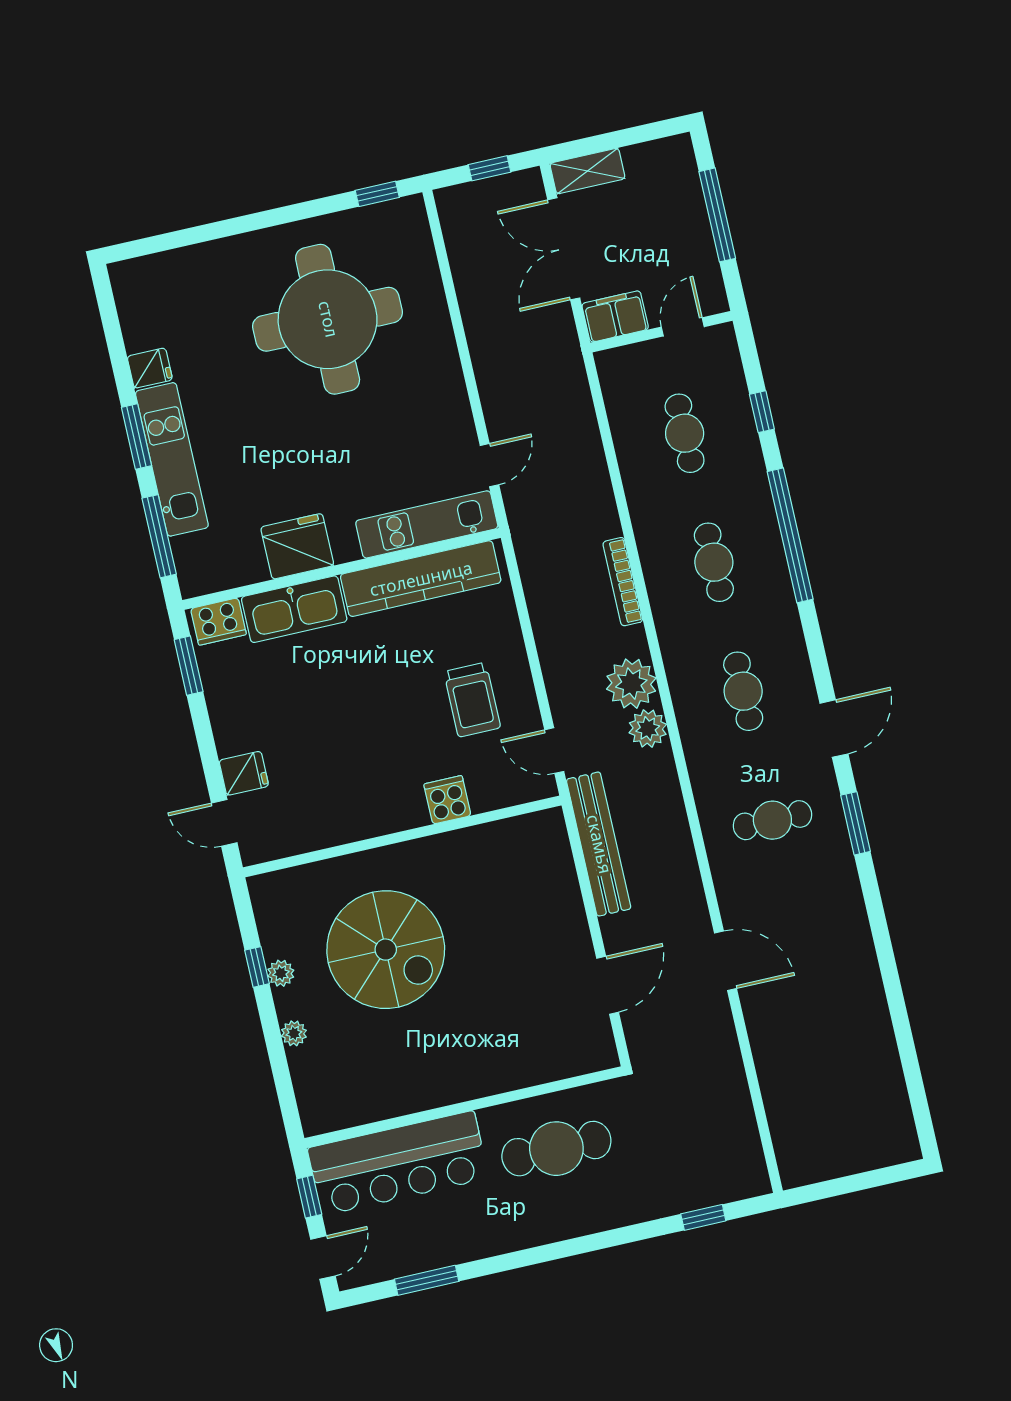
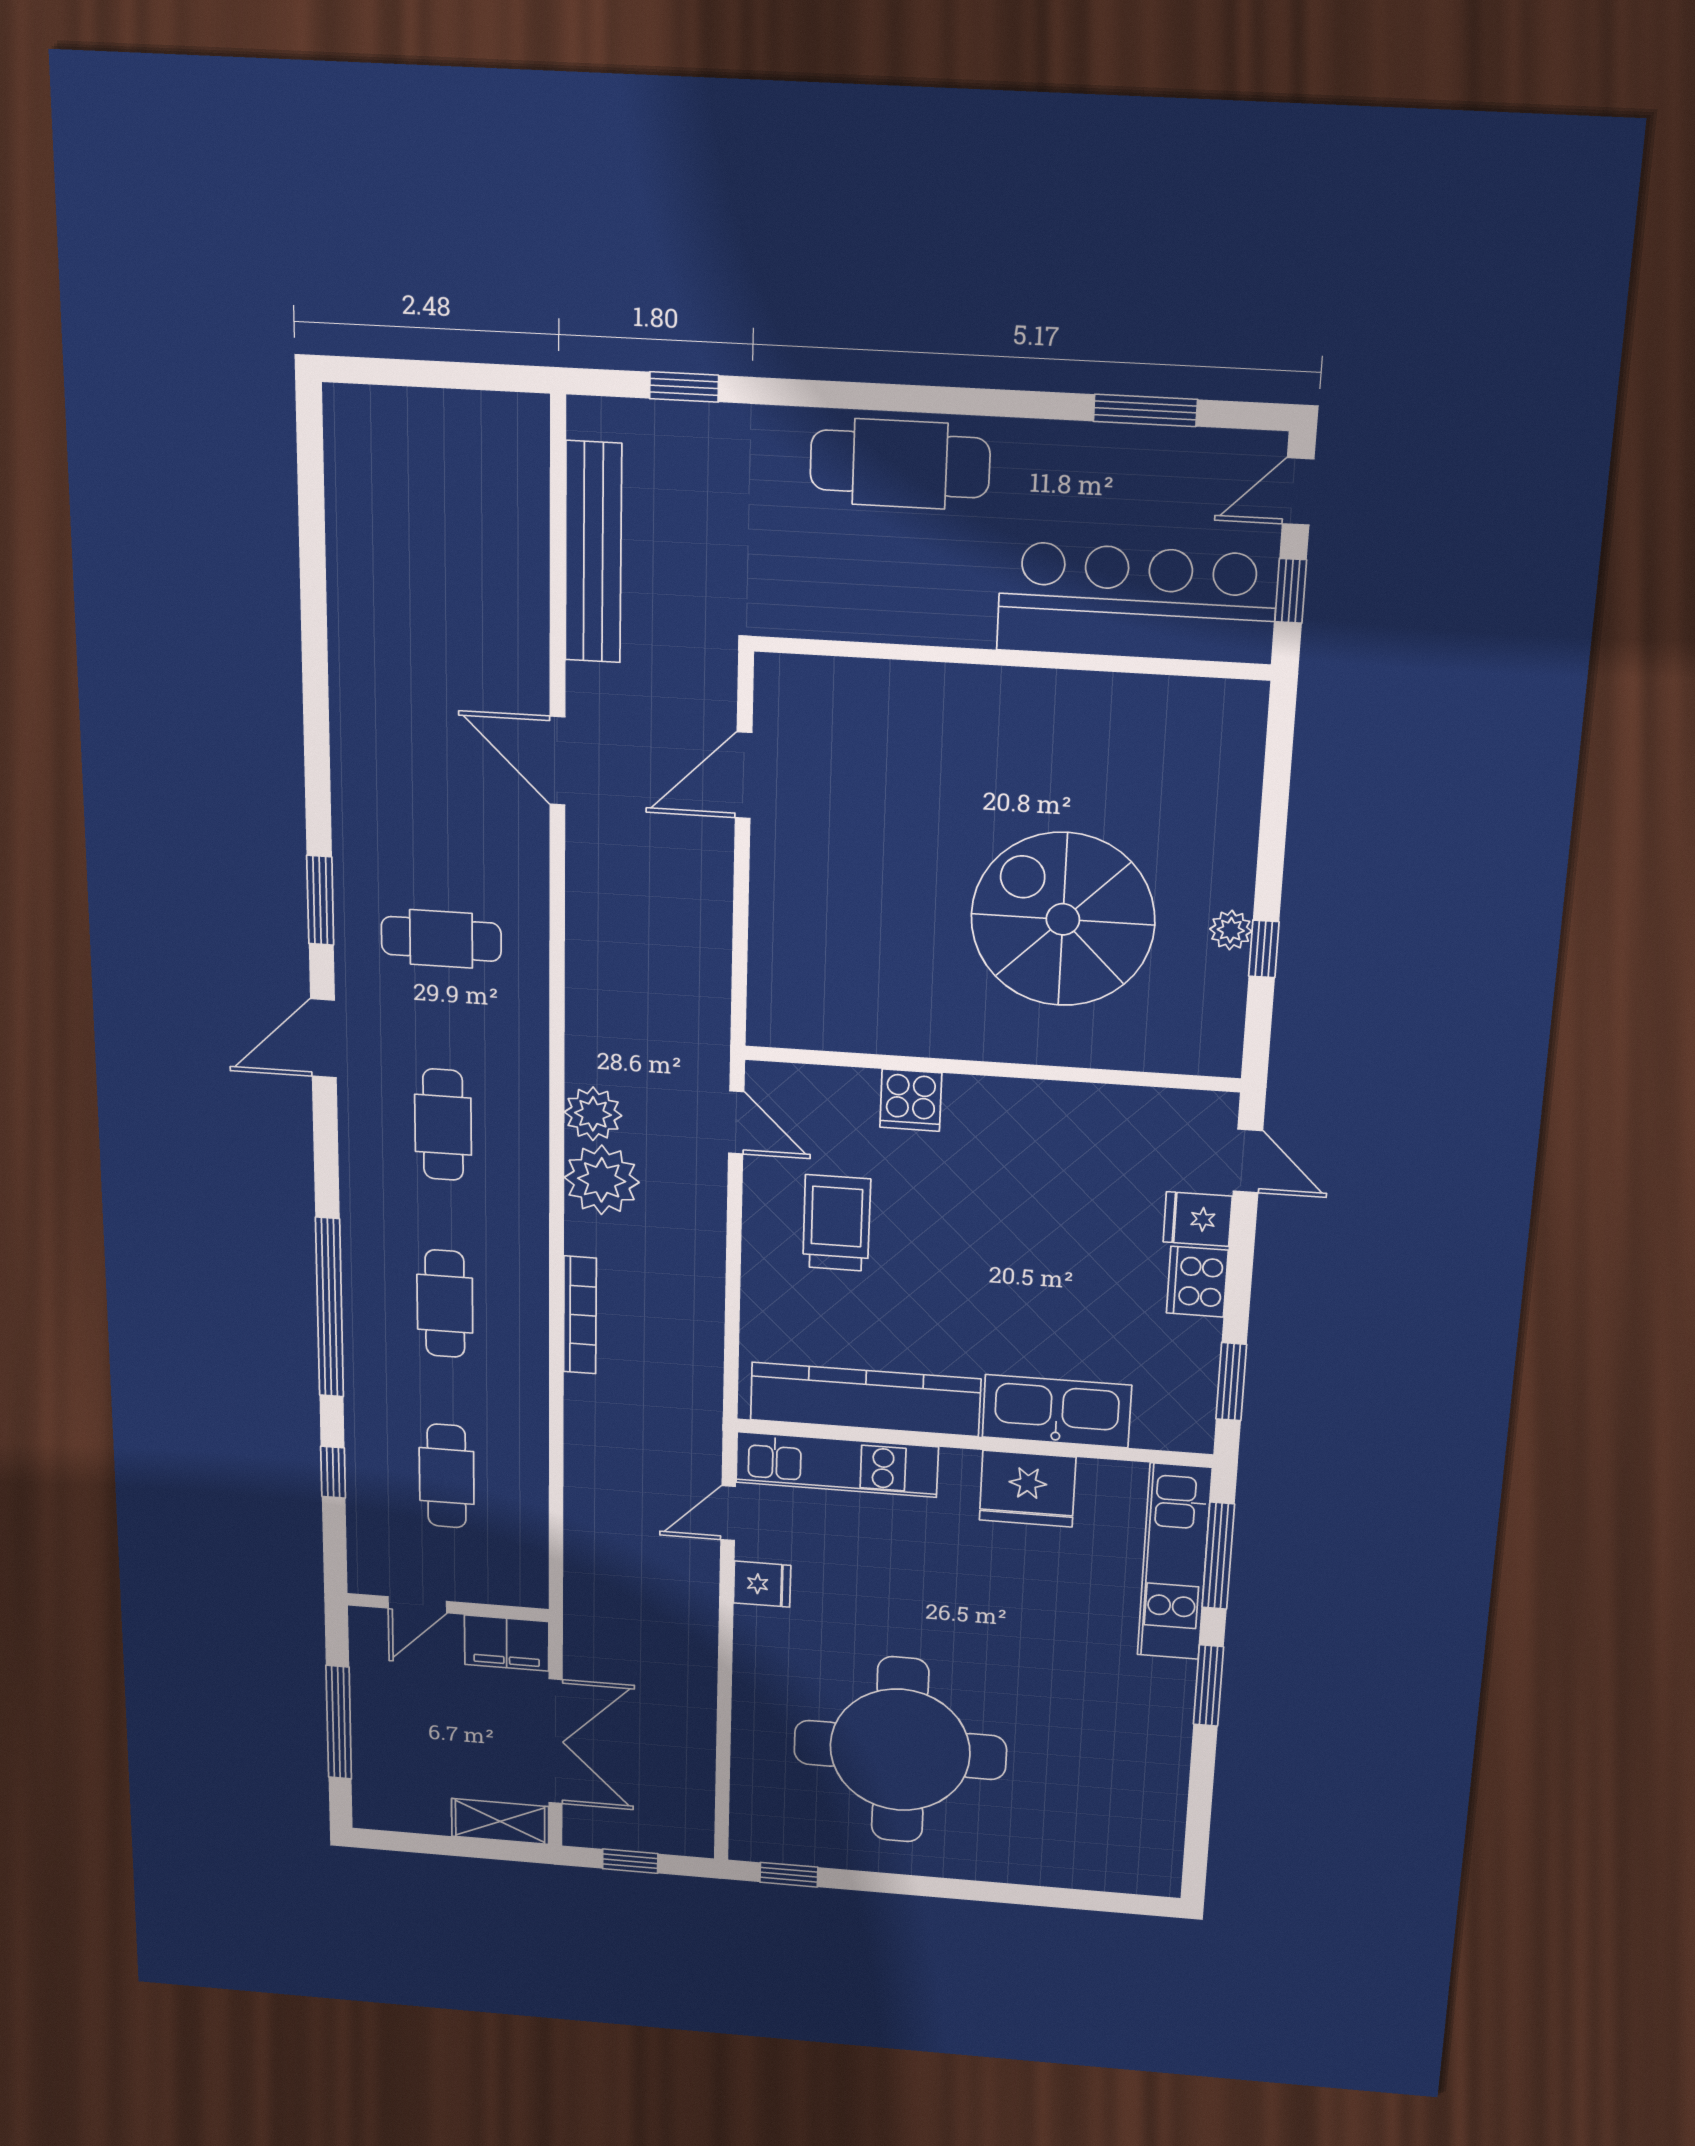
fridge: (150, 368) -> (762, 1584), moved, turned 180
kitchen unit: (172, 459) -> (1174, 1562), moved
cooker: (218, 622) -> (1197, 1282), moved, turned -90
bench: (599, 844) -> (593, 552), moved
plant: (294, 1033) -> (1238, 839), removed
cafe table: (556, 1149) -> (900, 464), moved

